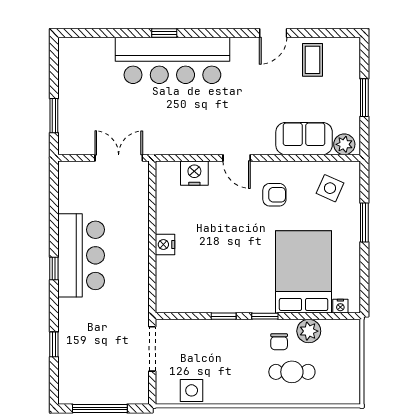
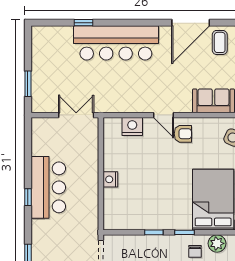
window: (164, 33) -> (84, 23), moved
door: (273, 33) -> (191, 23), width x1.88
armchair: (274, 195) -> (183, 134), moved

